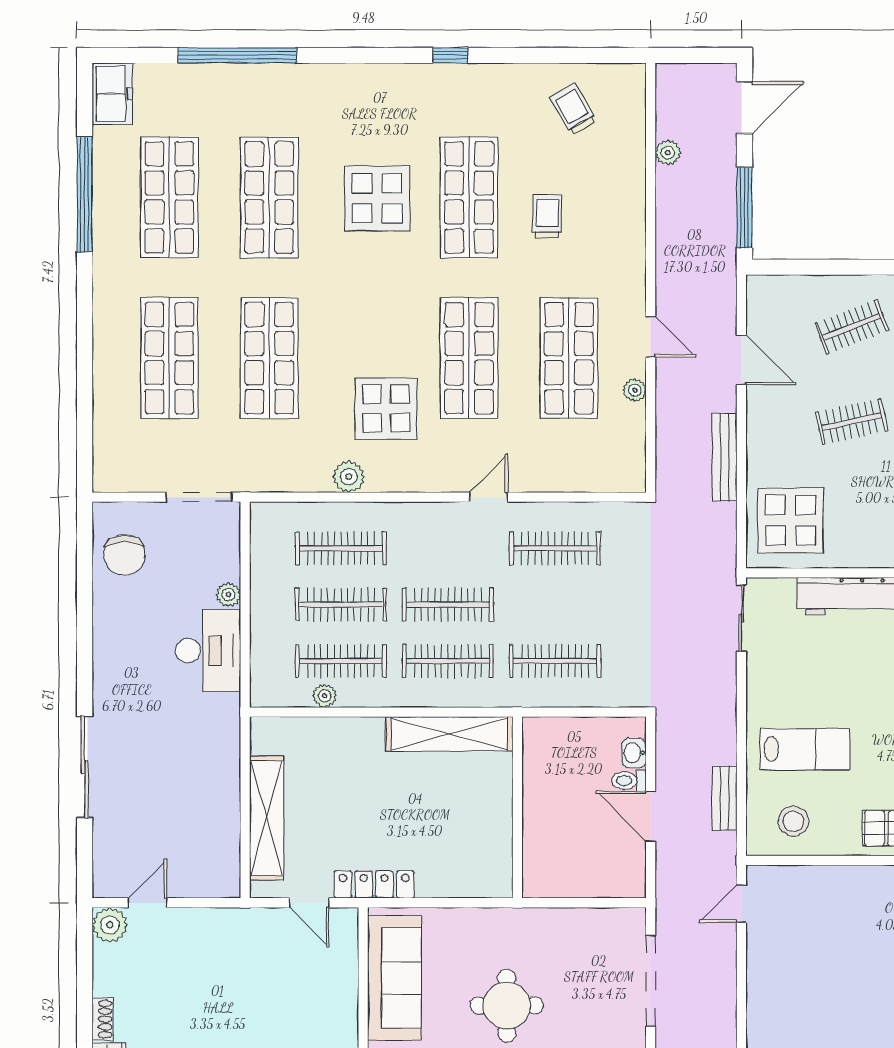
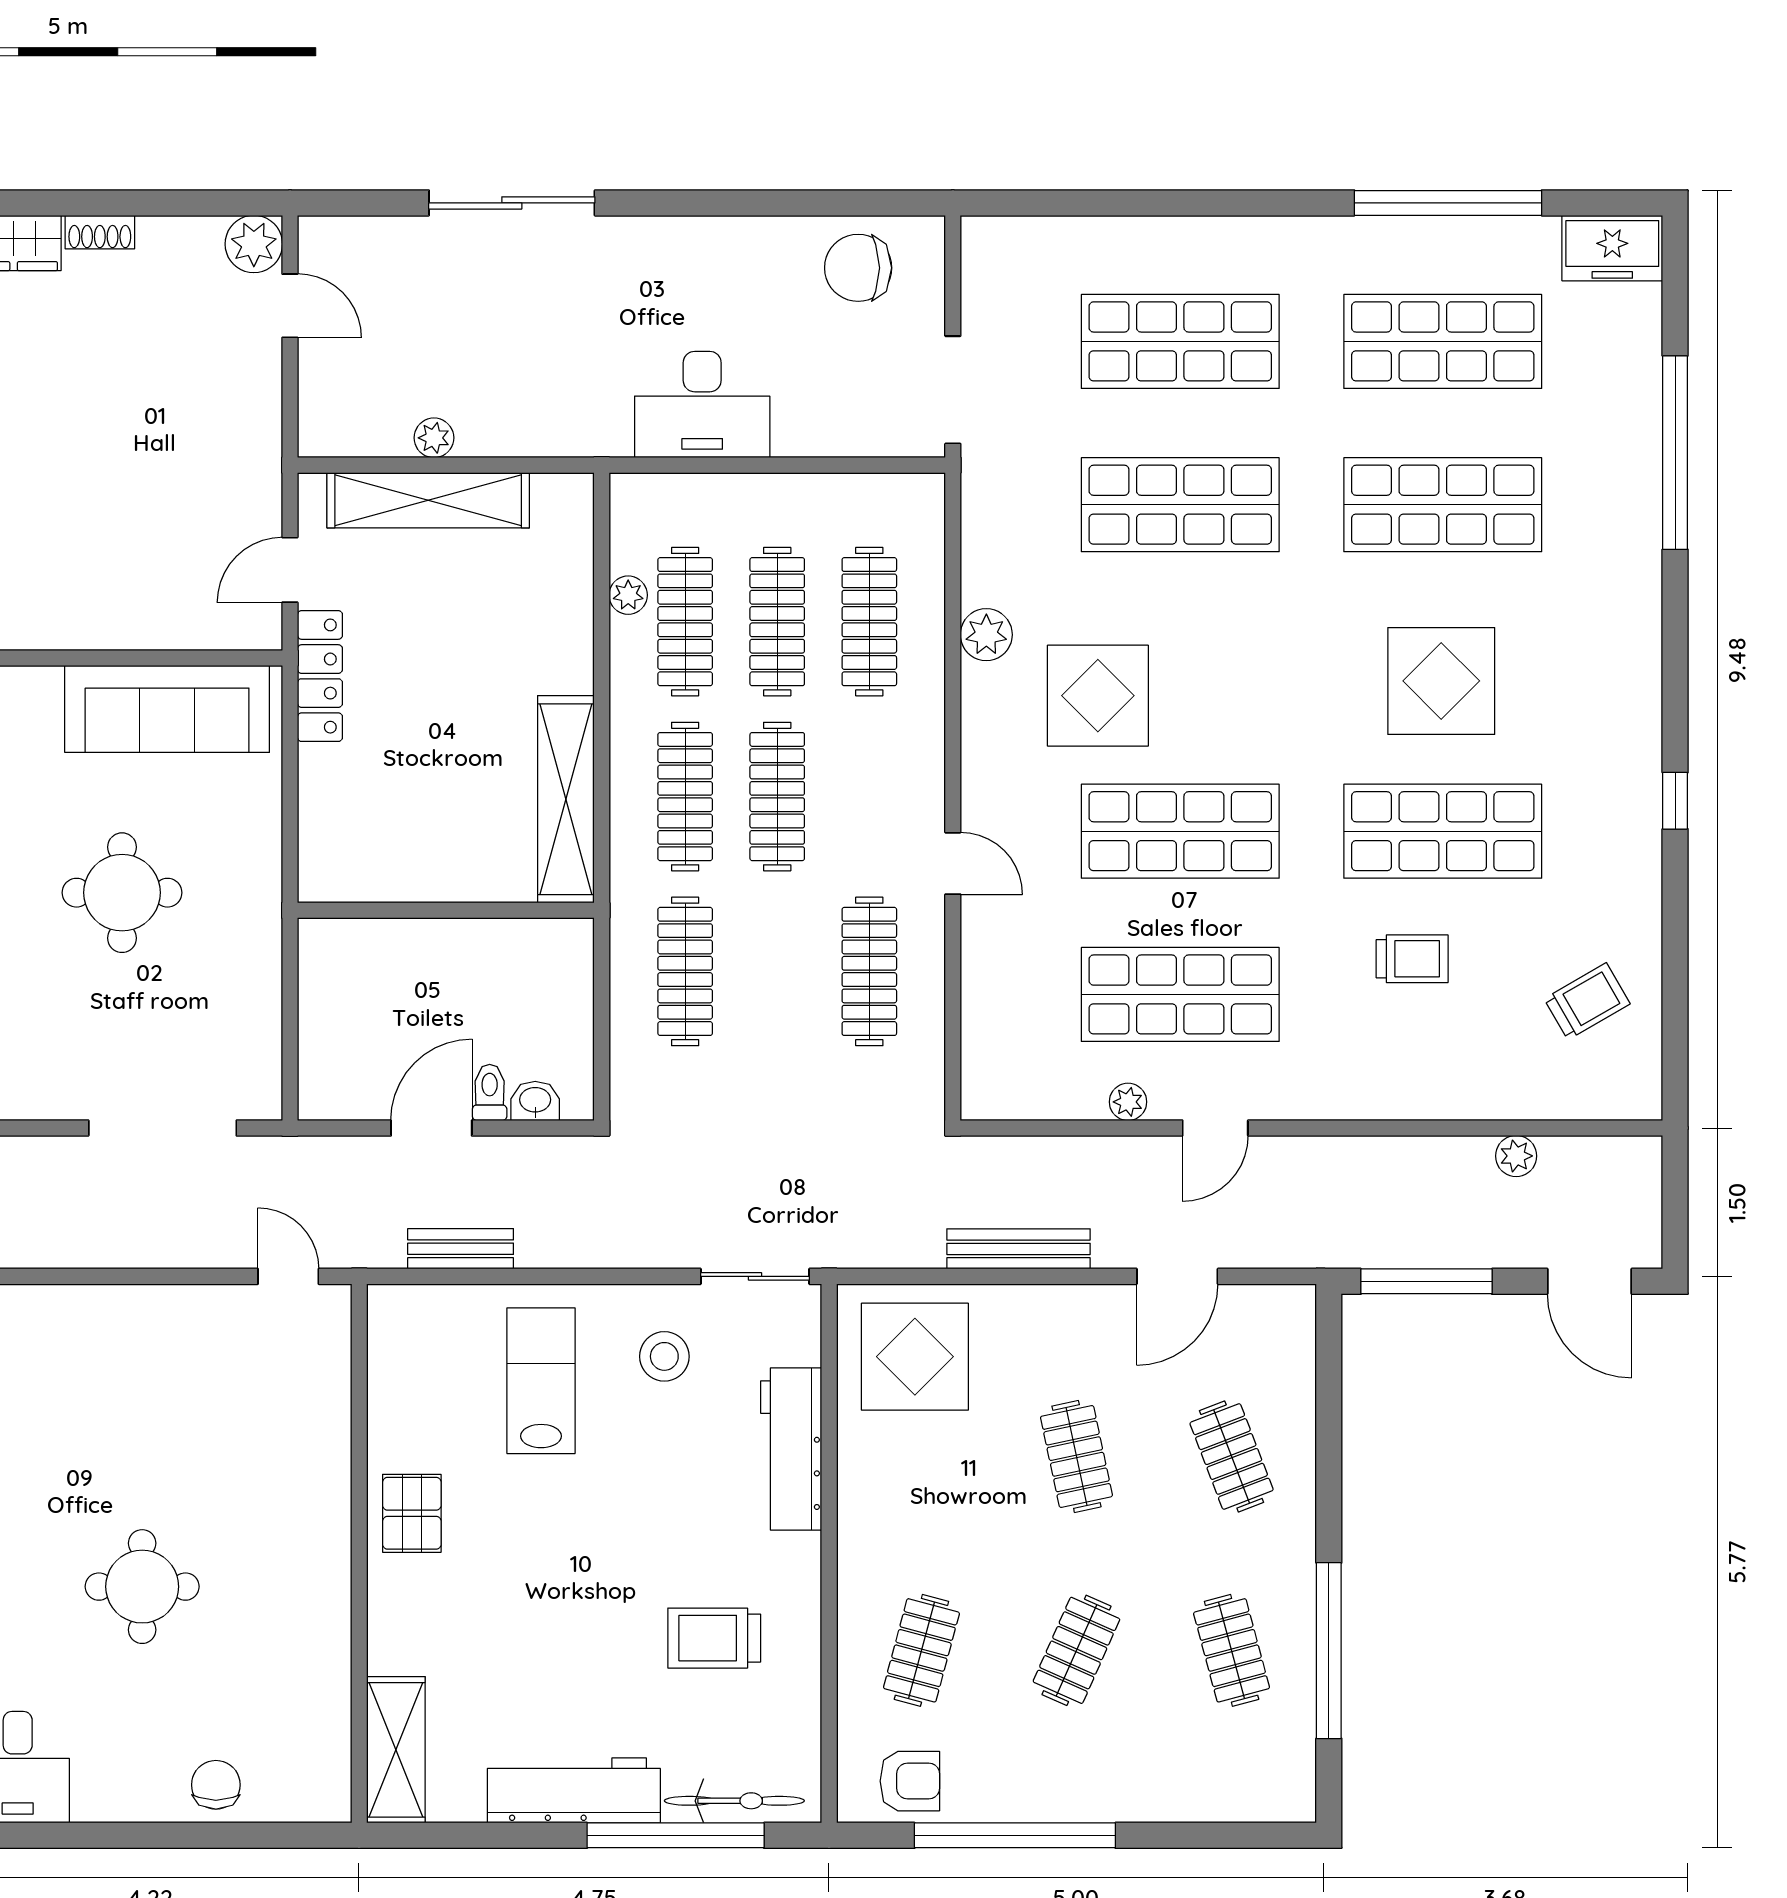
plant: (228, 595) -> (434, 438), moved
lab bench: (805, 749) -> (541, 1381), turned 180
stool: (793, 821) -> (664, 1356), moved

